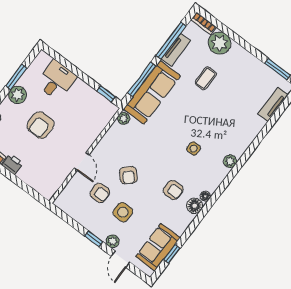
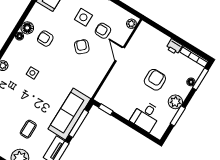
plant: (124, 118) -> (131, 24), moved

